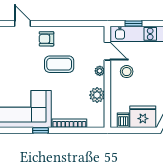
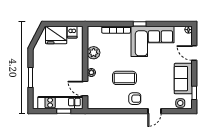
door: (22, 23) -> (154, 111), hinge flipped
stool: (127, 72) -> (69, 72), removed

